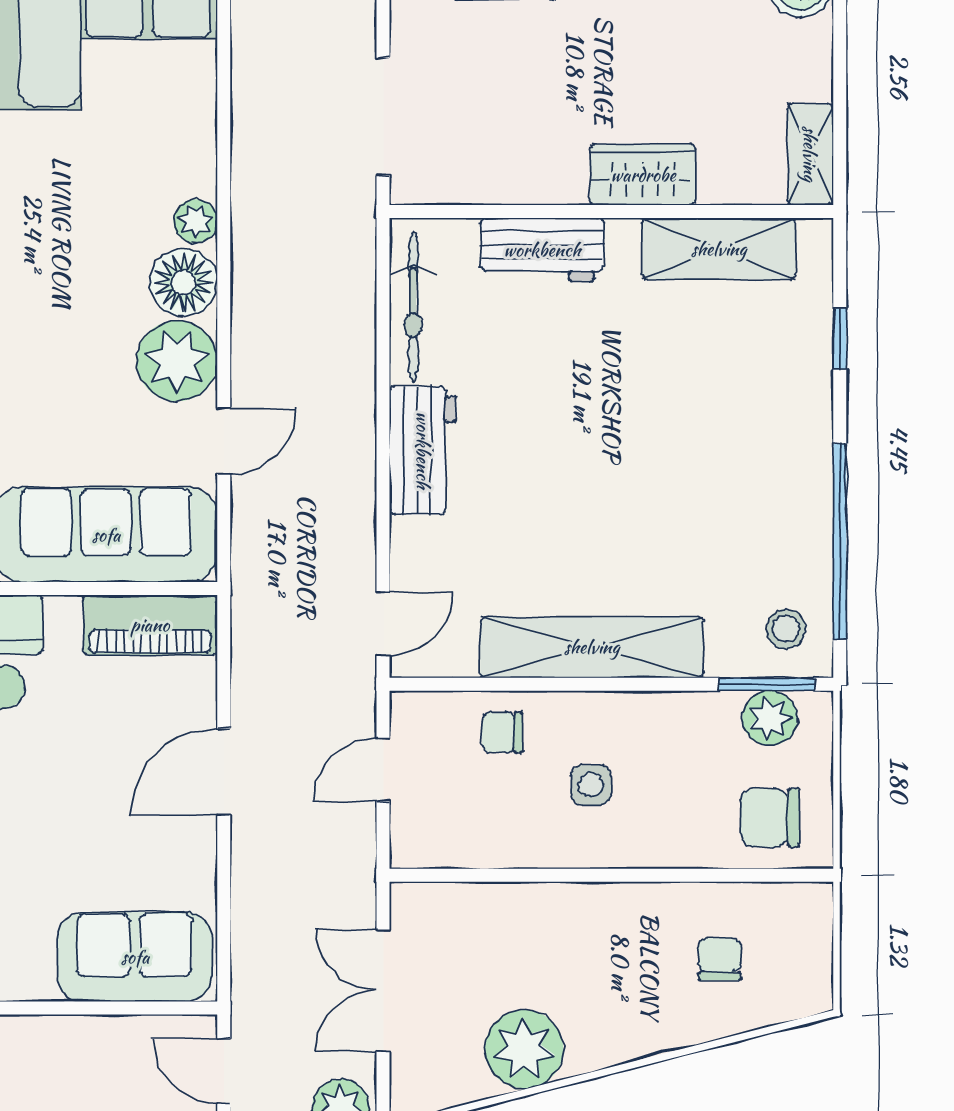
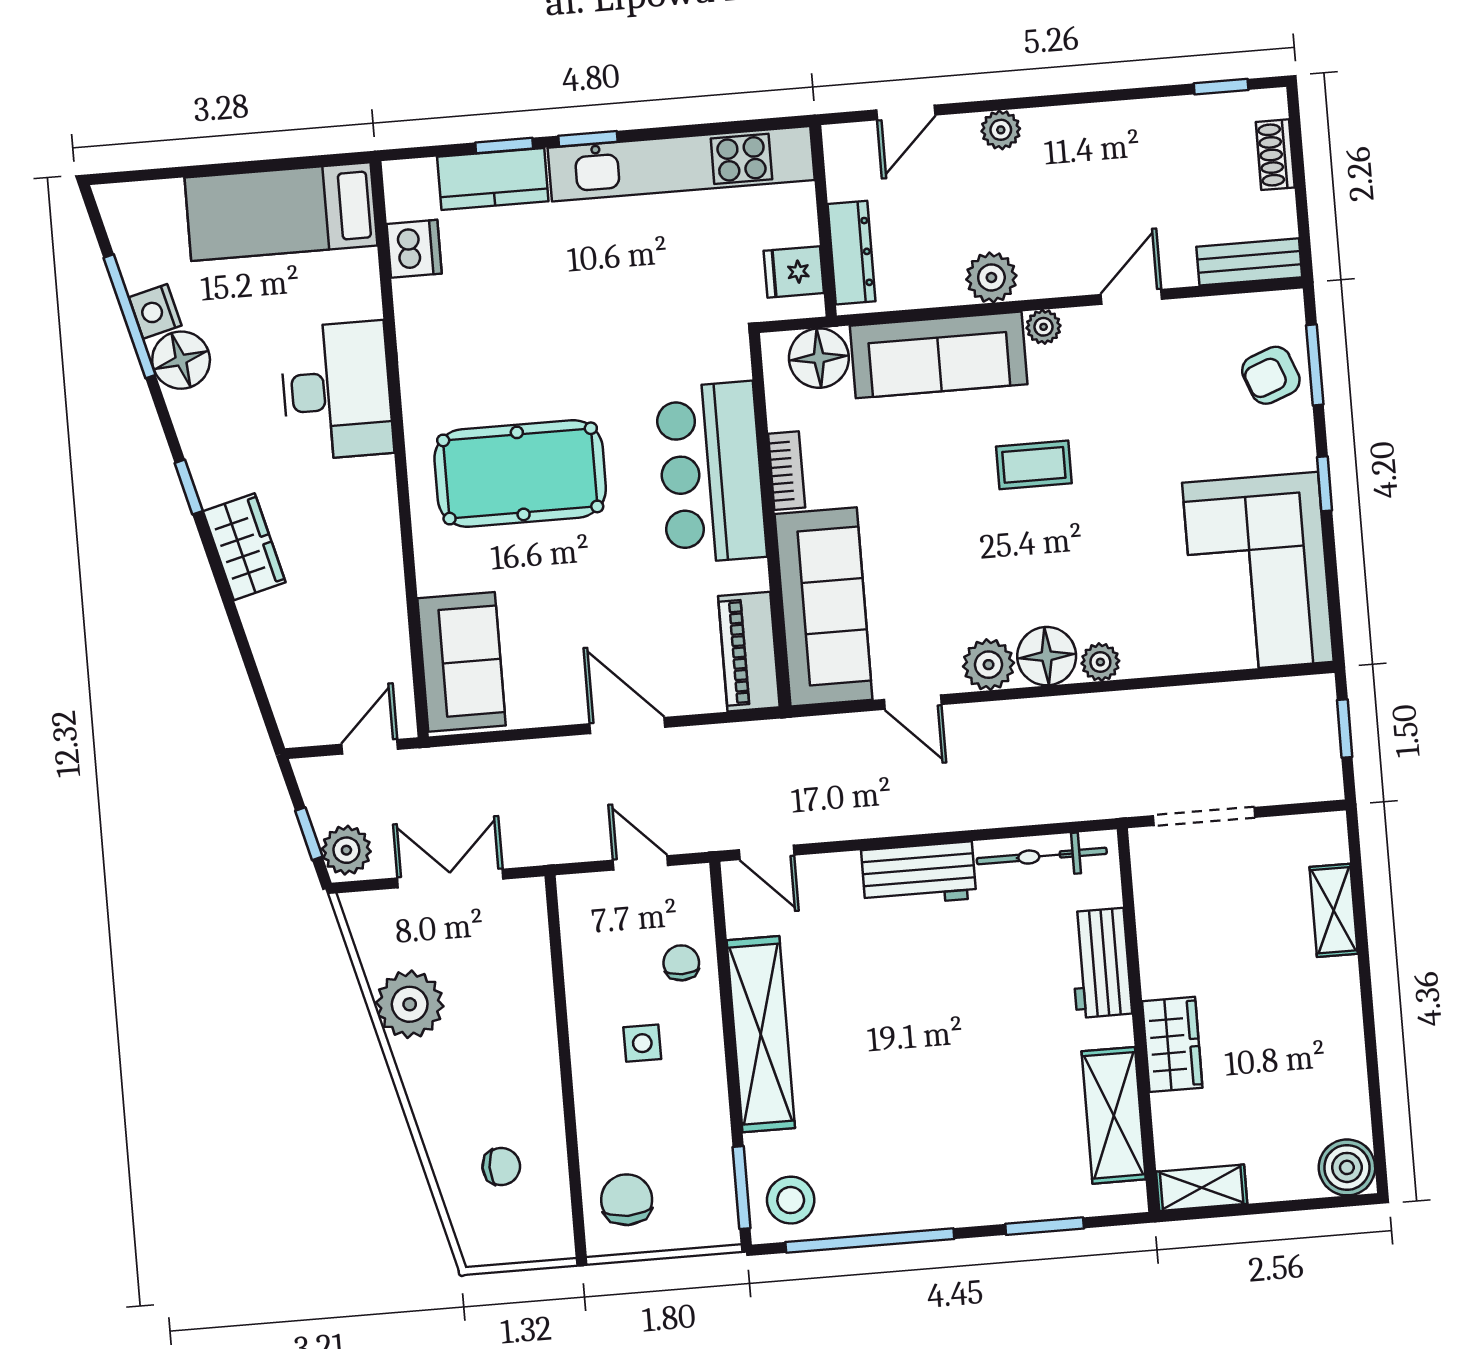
window: (840, 339) -> (1045, 1226), width x1.50
plant: (177, 361) -> (989, 665), width x0.73, depth x0.73
stool: (786, 629) -> (791, 1200), width x1.37, depth x1.37
plant: (770, 718) -> (712, 1193), removed

